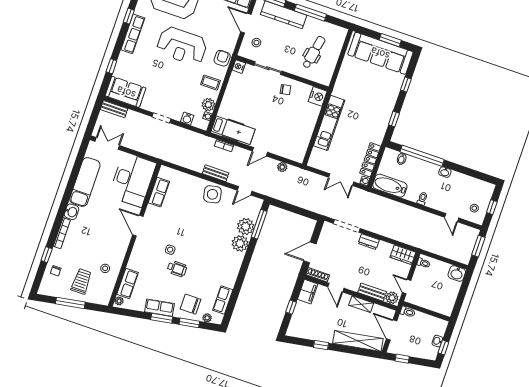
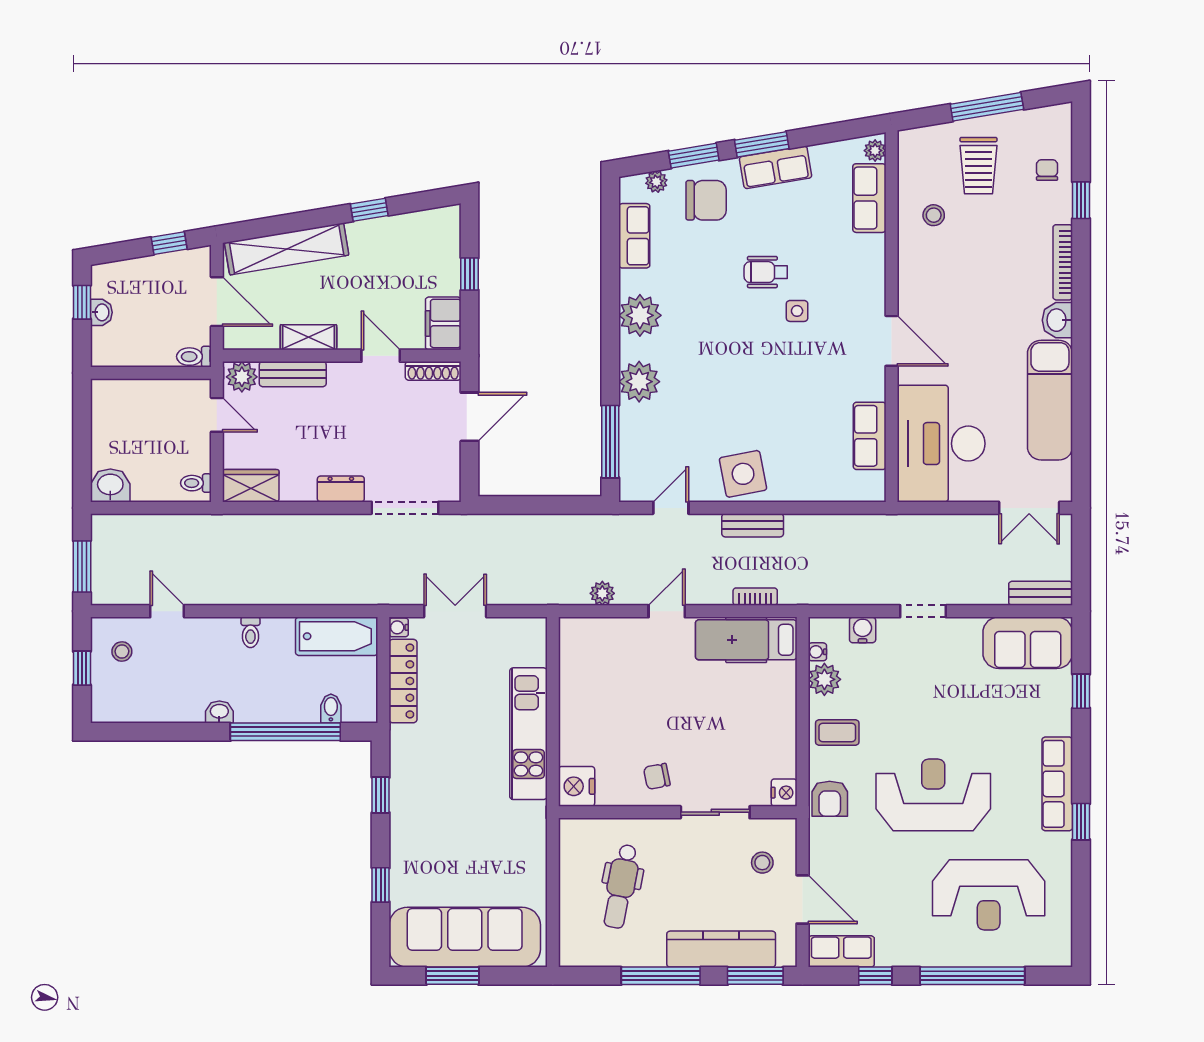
plant: (246, 226) -> (640, 315), moved

